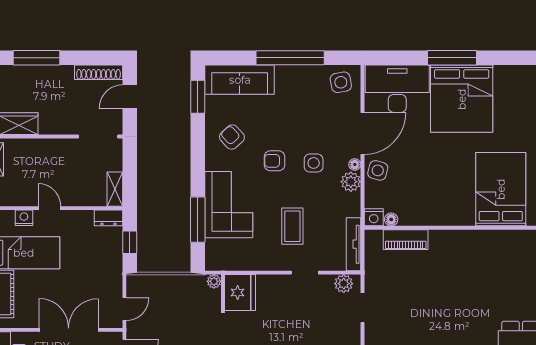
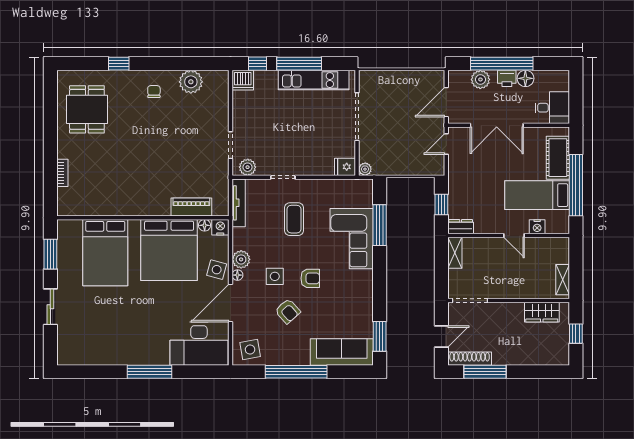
window: (37, 58) -> (485, 372), moved
bed: (462, 99) -> (169, 250), moved, turned 180
armchair: (232, 137) -> (288, 311), moved
fridge: (240, 292) -> (345, 167), width x0.53, depth x0.75

